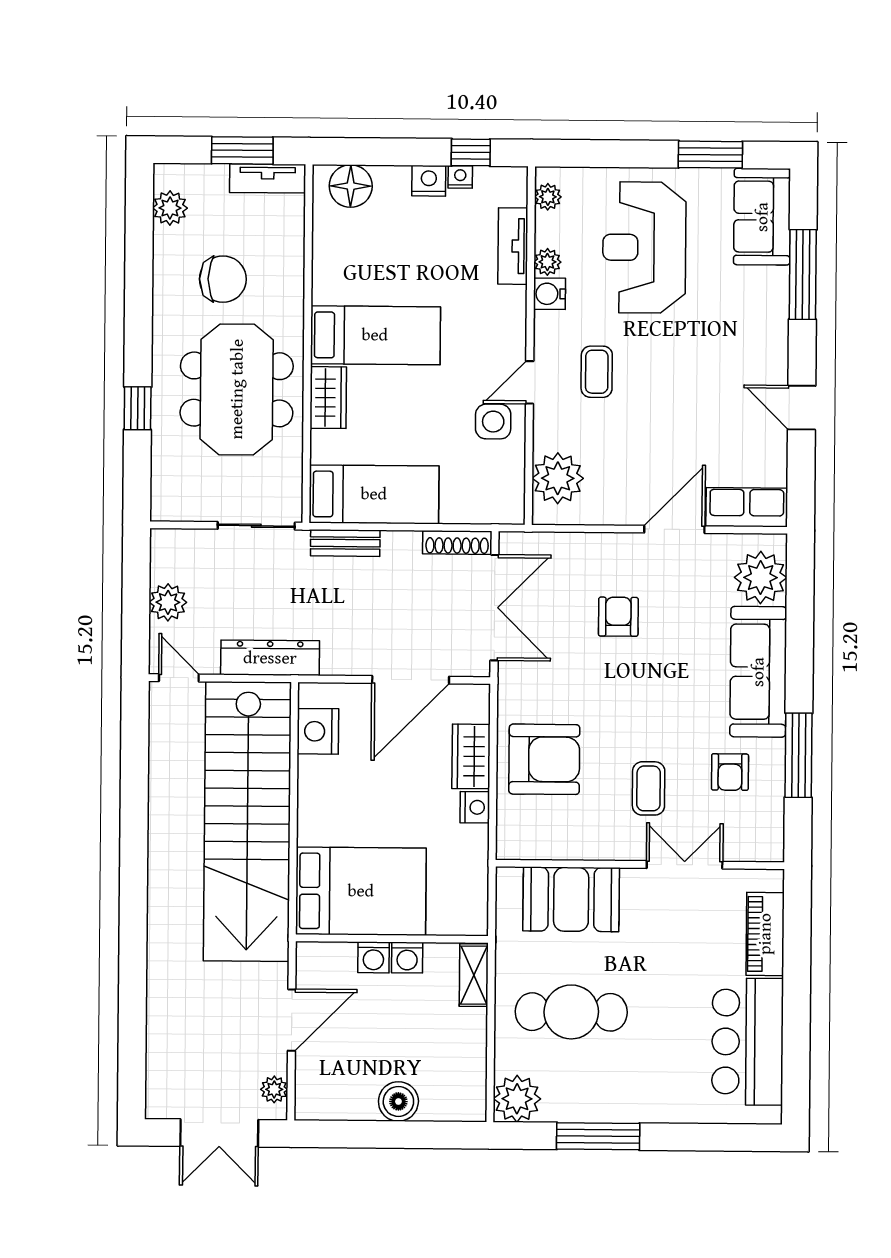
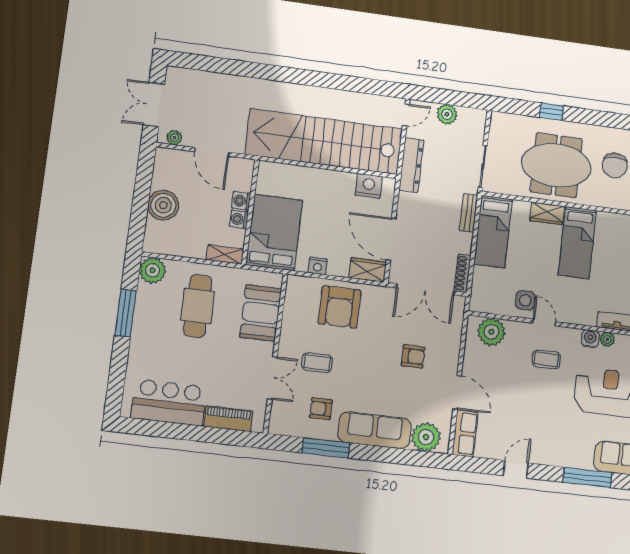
wardrobe: (471, 756) -> (368, 270), moved
bed: (361, 891) -> (274, 233), moved, turned 180
boiler: (398, 1101) -> (163, 205), width x1.37, depth x1.37

